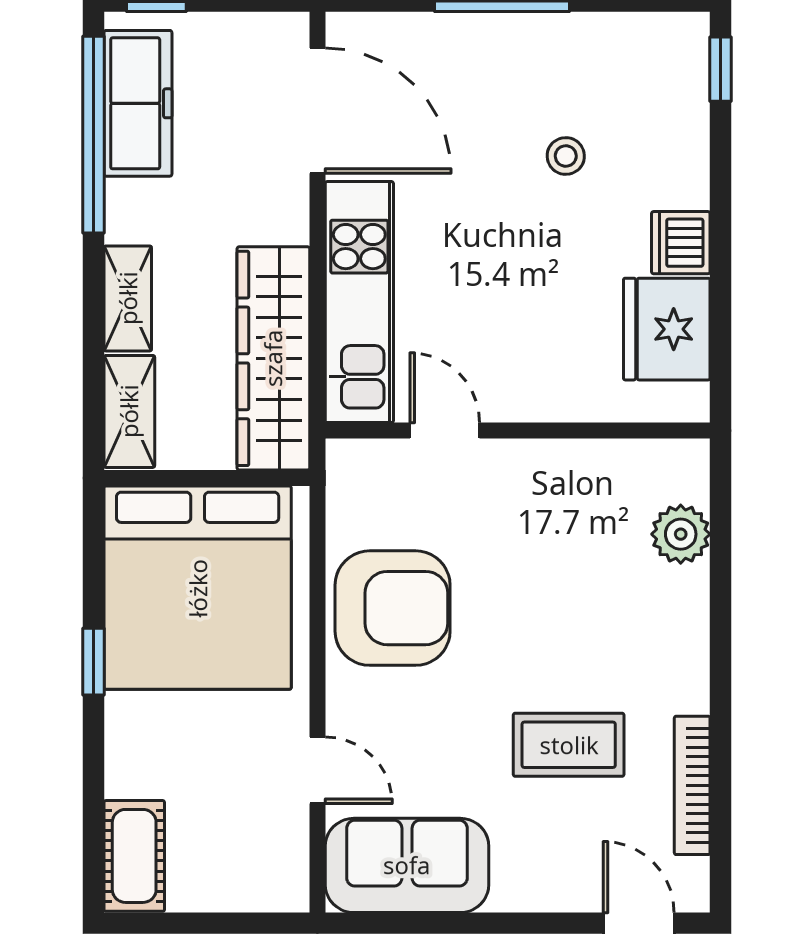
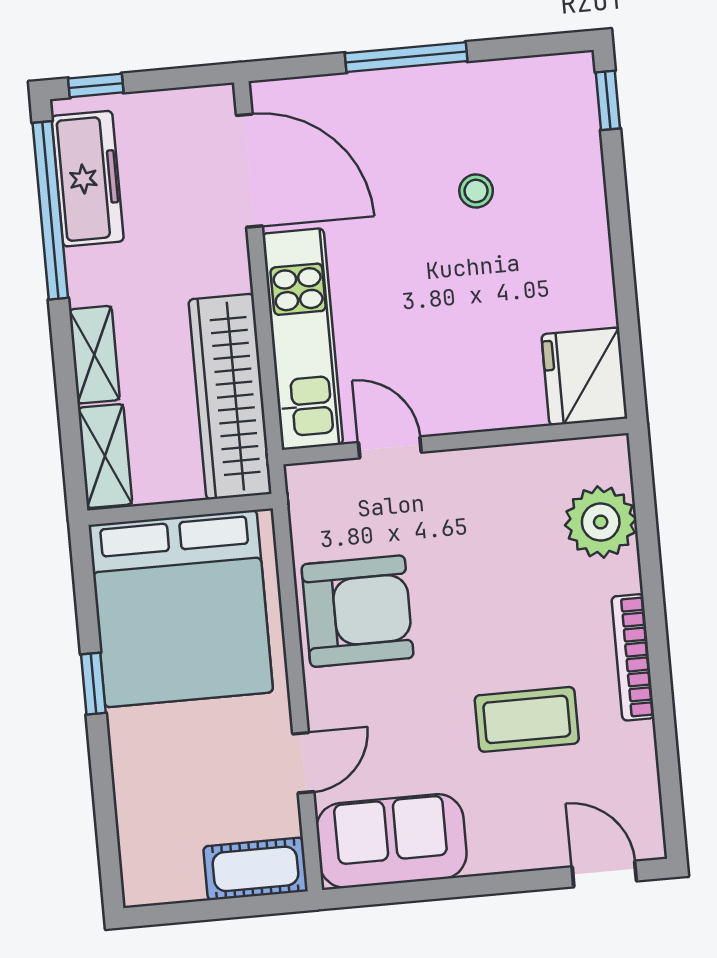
dishwasher: (681, 243) -> (586, 259), removed
fridge: (667, 329) -> (584, 376), moved
plant: (681, 534) -> (601, 522), width x1.36, depth x1.36
door: (317, 770) -> (303, 763), hinge flipped
bookcase: (692, 785) -> (633, 657), moved
cot: (134, 856) -> (255, 869), moved, turned 90

